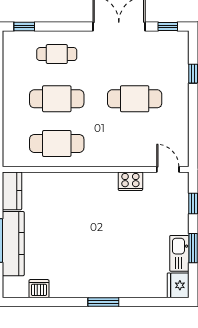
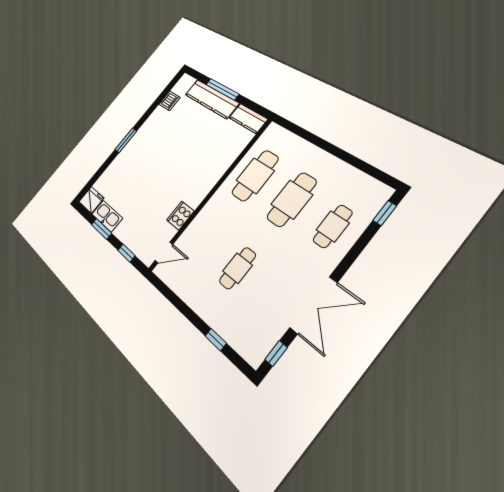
cafe table: (135, 99) -> (238, 268), width x0.73, depth x0.74

